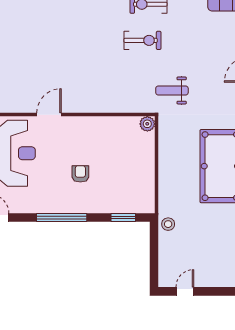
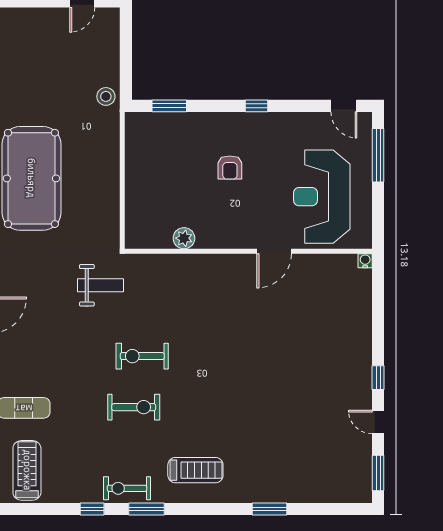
plant: (147, 124) -> (184, 238), moved
window: (62, 217) -> (256, 106), width x0.32

